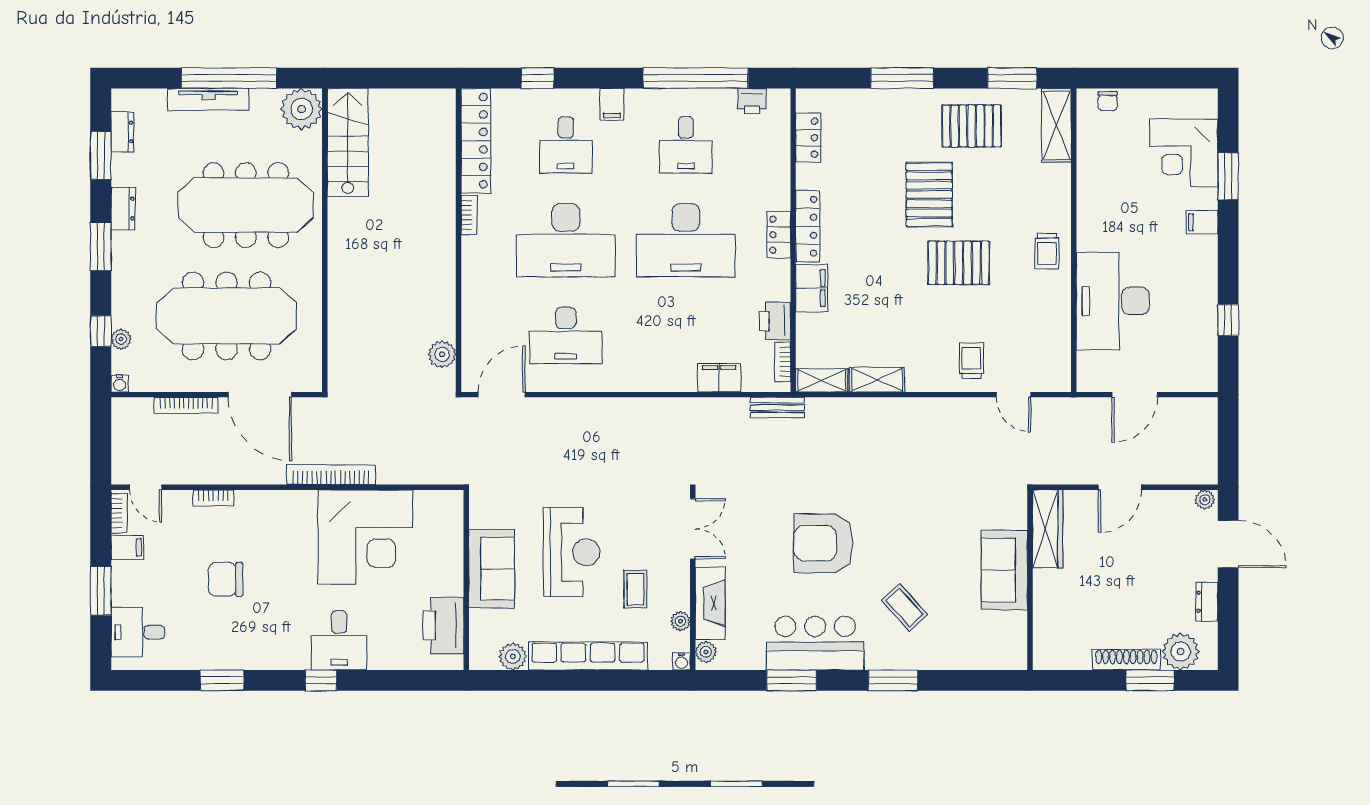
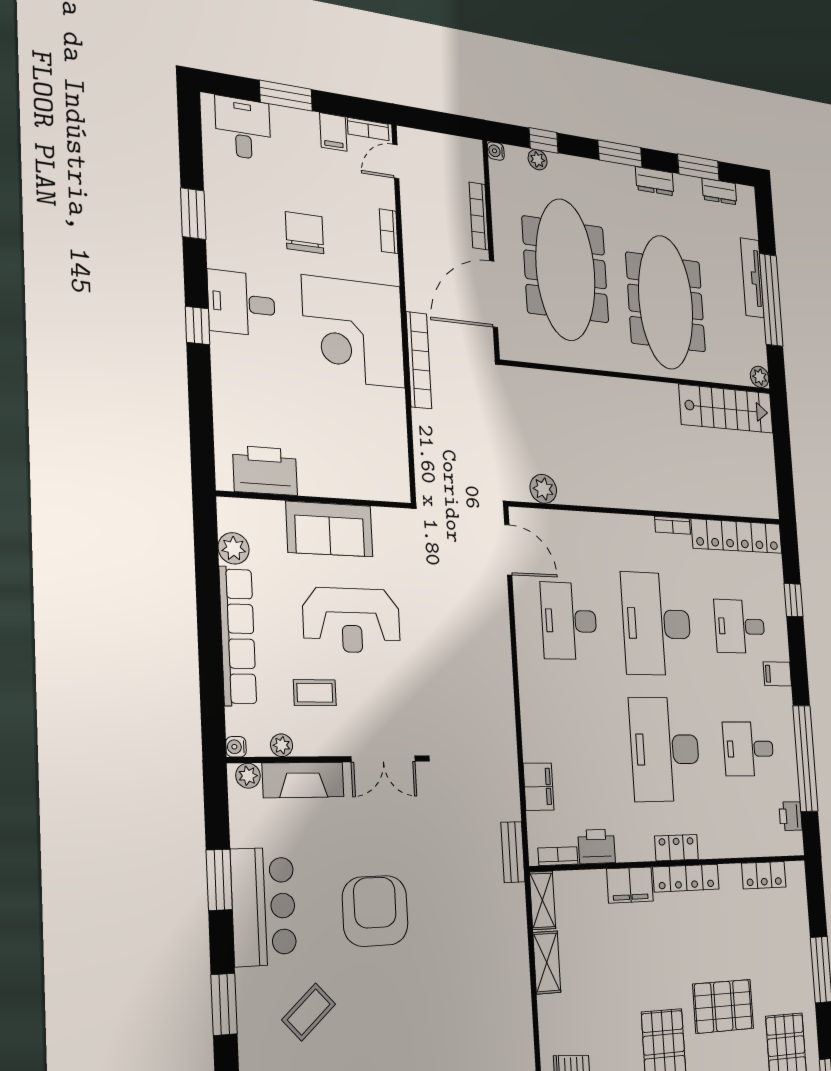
plant: (302, 109) -> (760, 377), width x0.53, depth x0.53
corner desk: (365, 537) -> (354, 332), moved
desk: (339, 640) -> (242, 303), moved

